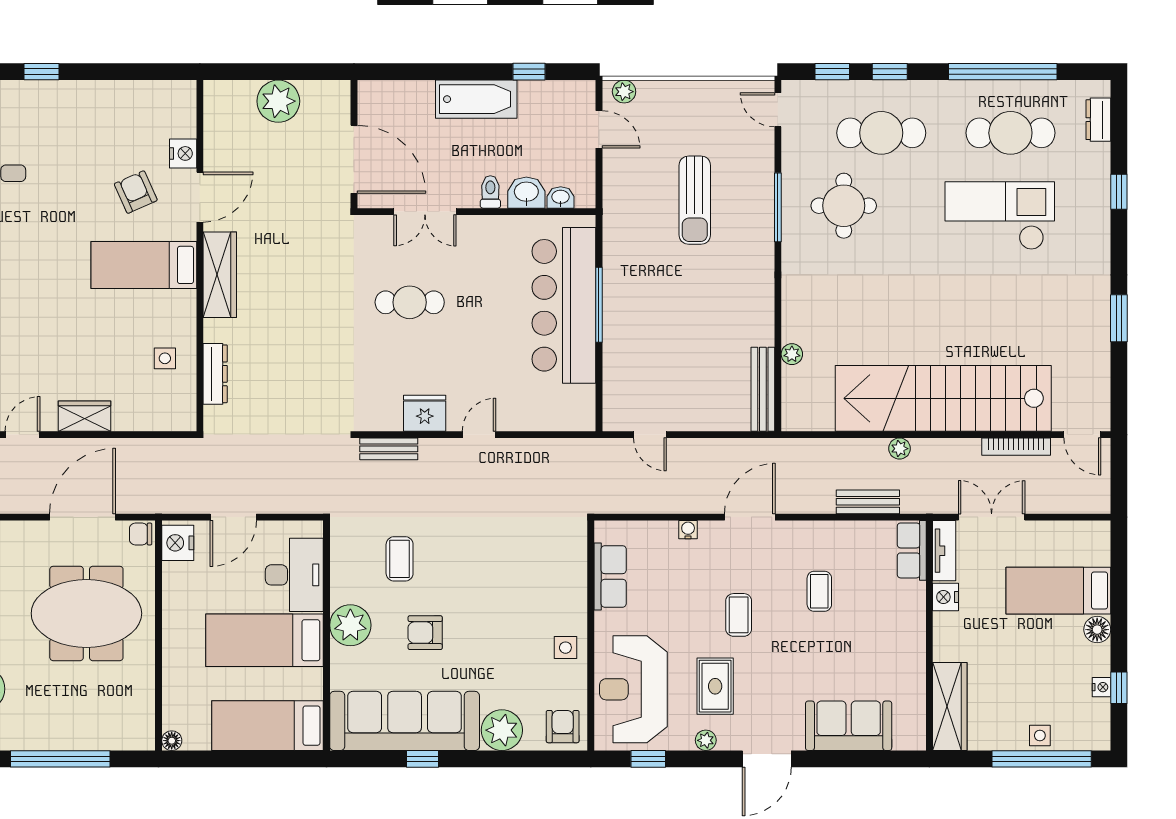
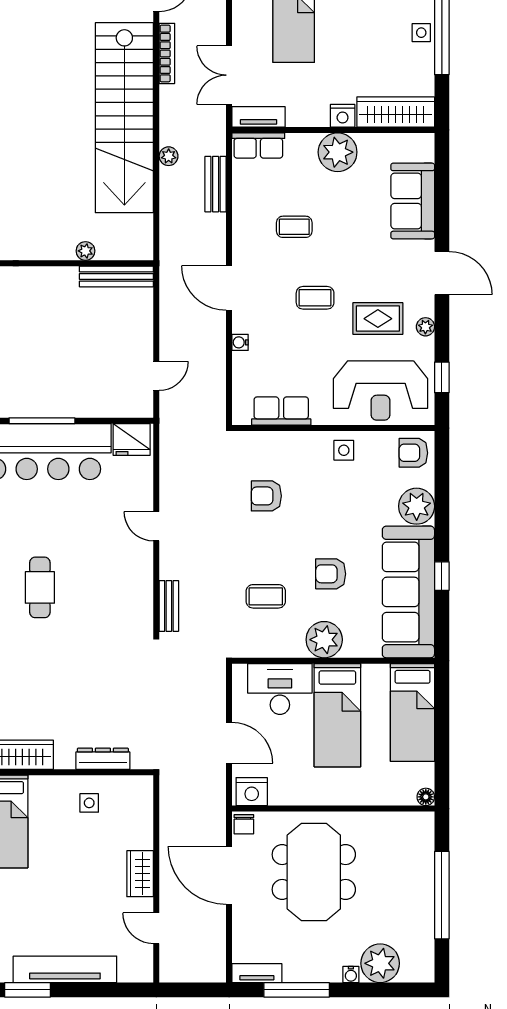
fridge: (425, 413) -> (132, 440), moved, turned -90
armchair: (514, 560) -> (266, 496), added
nightstand: (945, 597) -> (343, 116), moved
armchair: (425, 633) -> (331, 574), turned 90
plant: (904, 640) -> (338, 152), added

